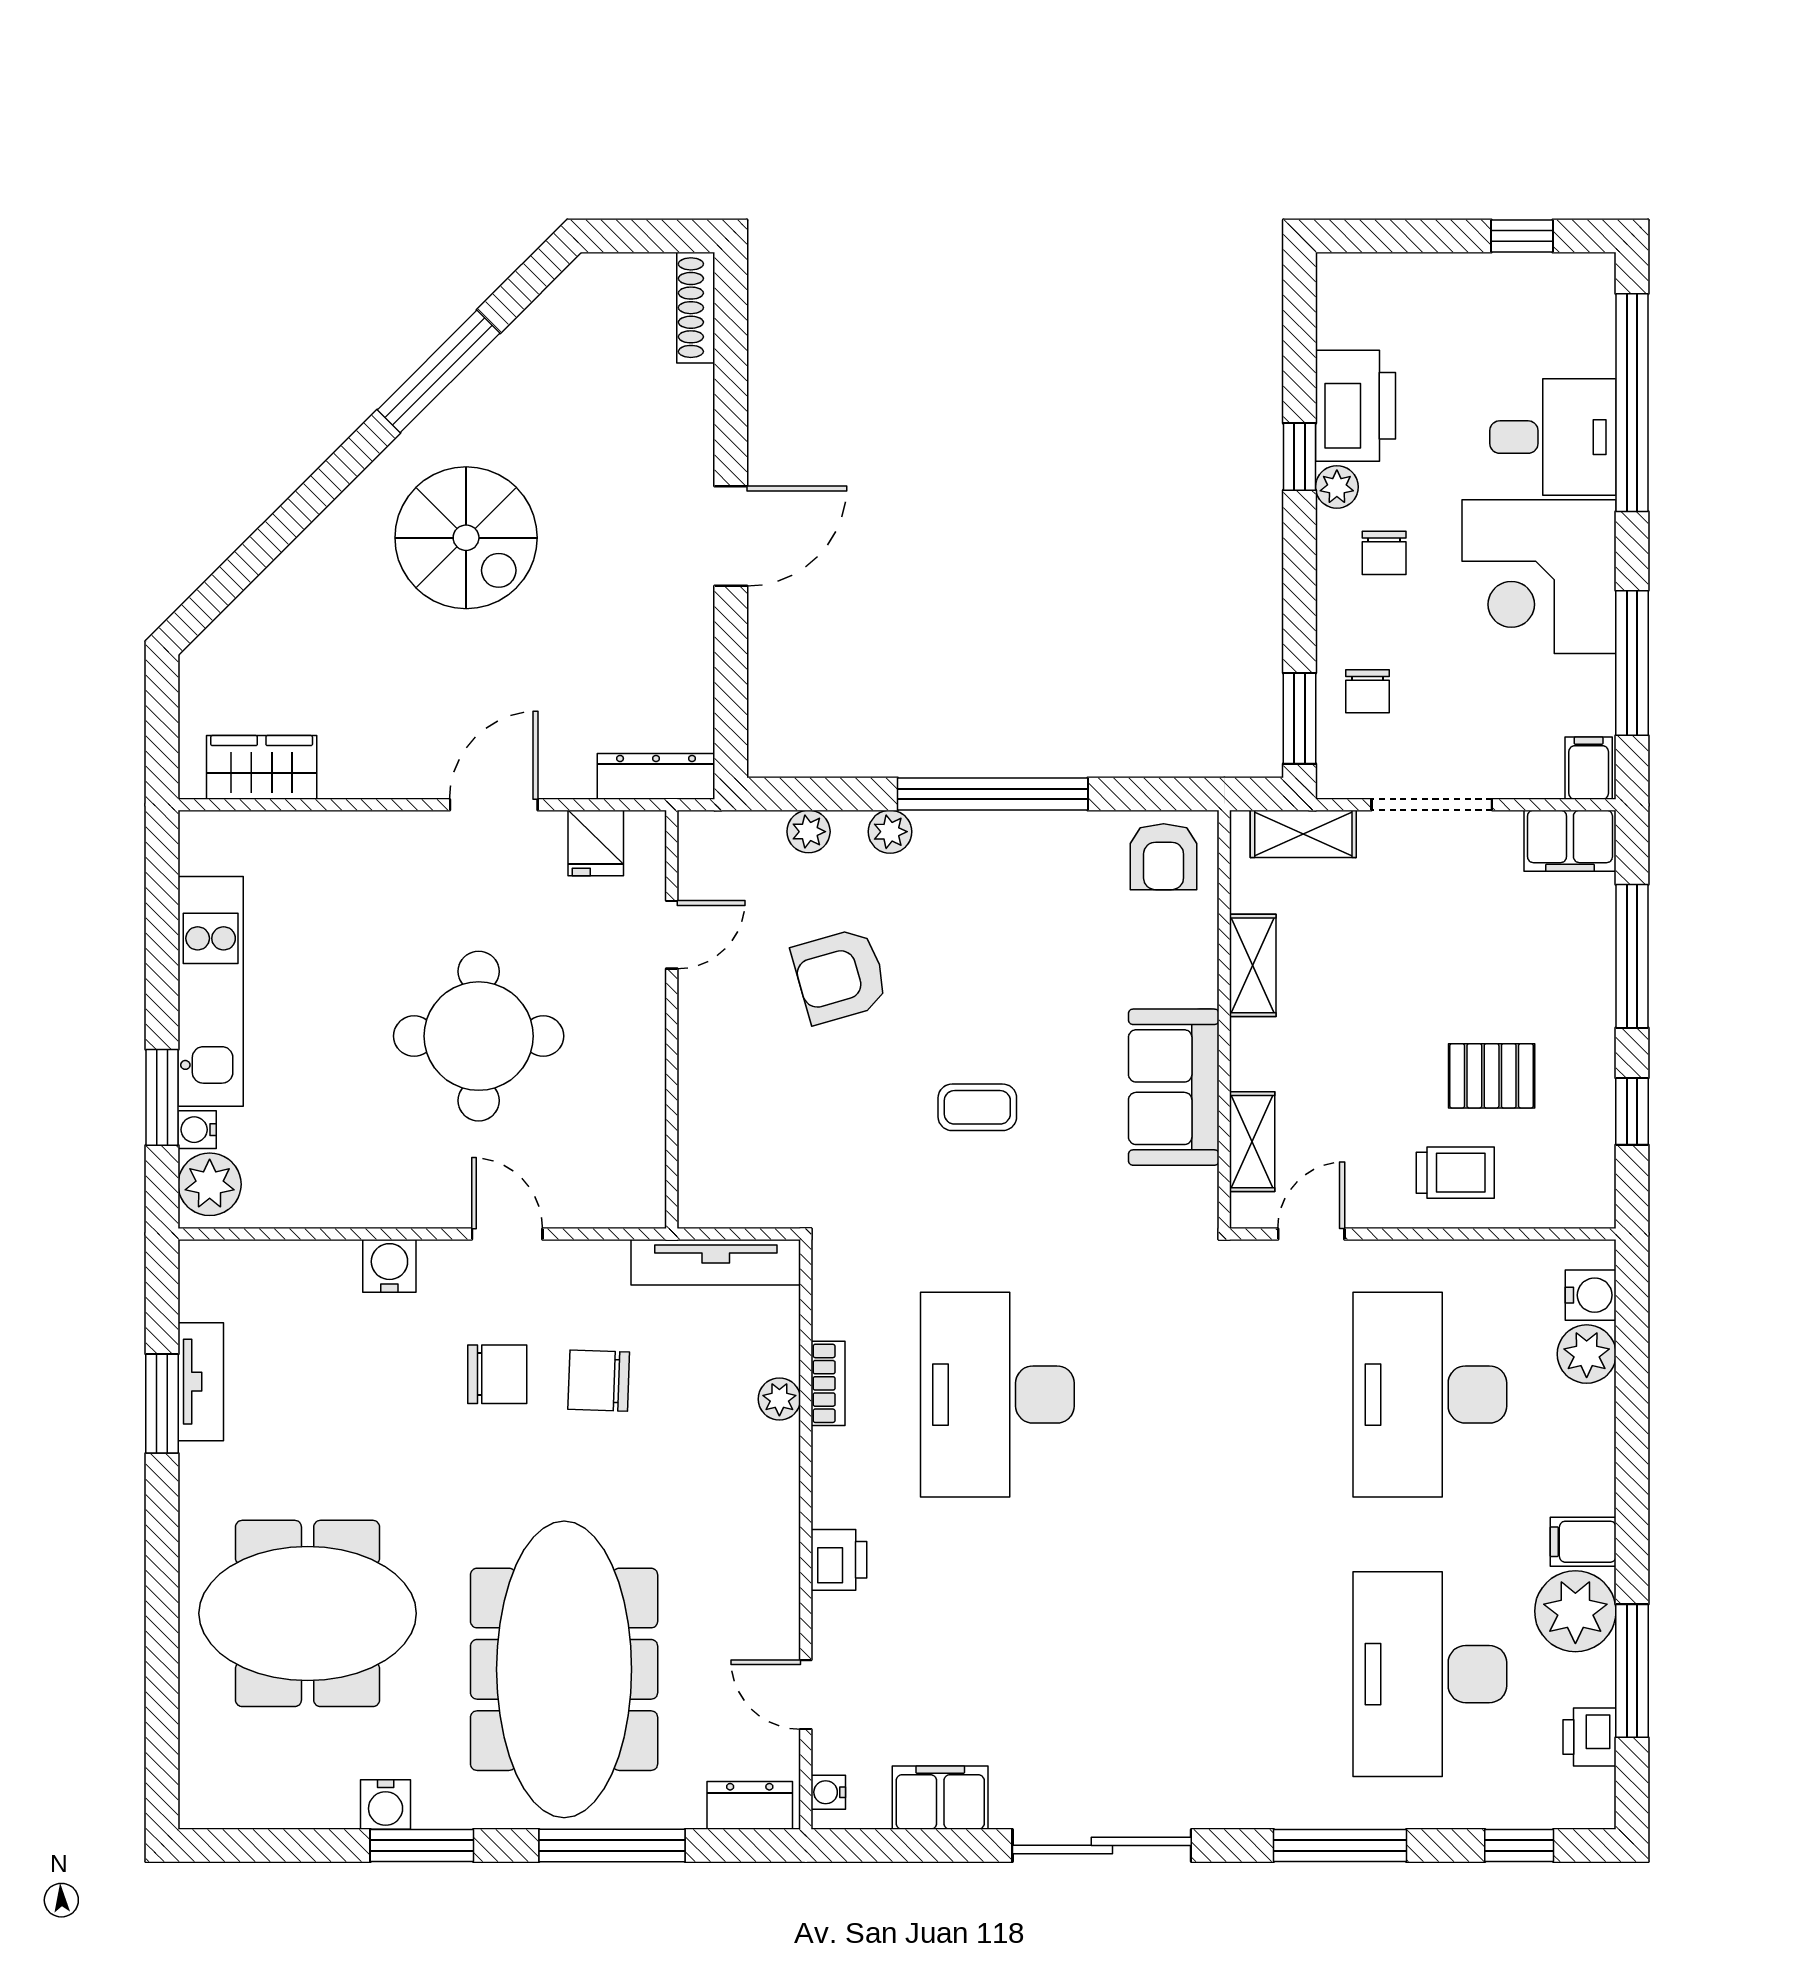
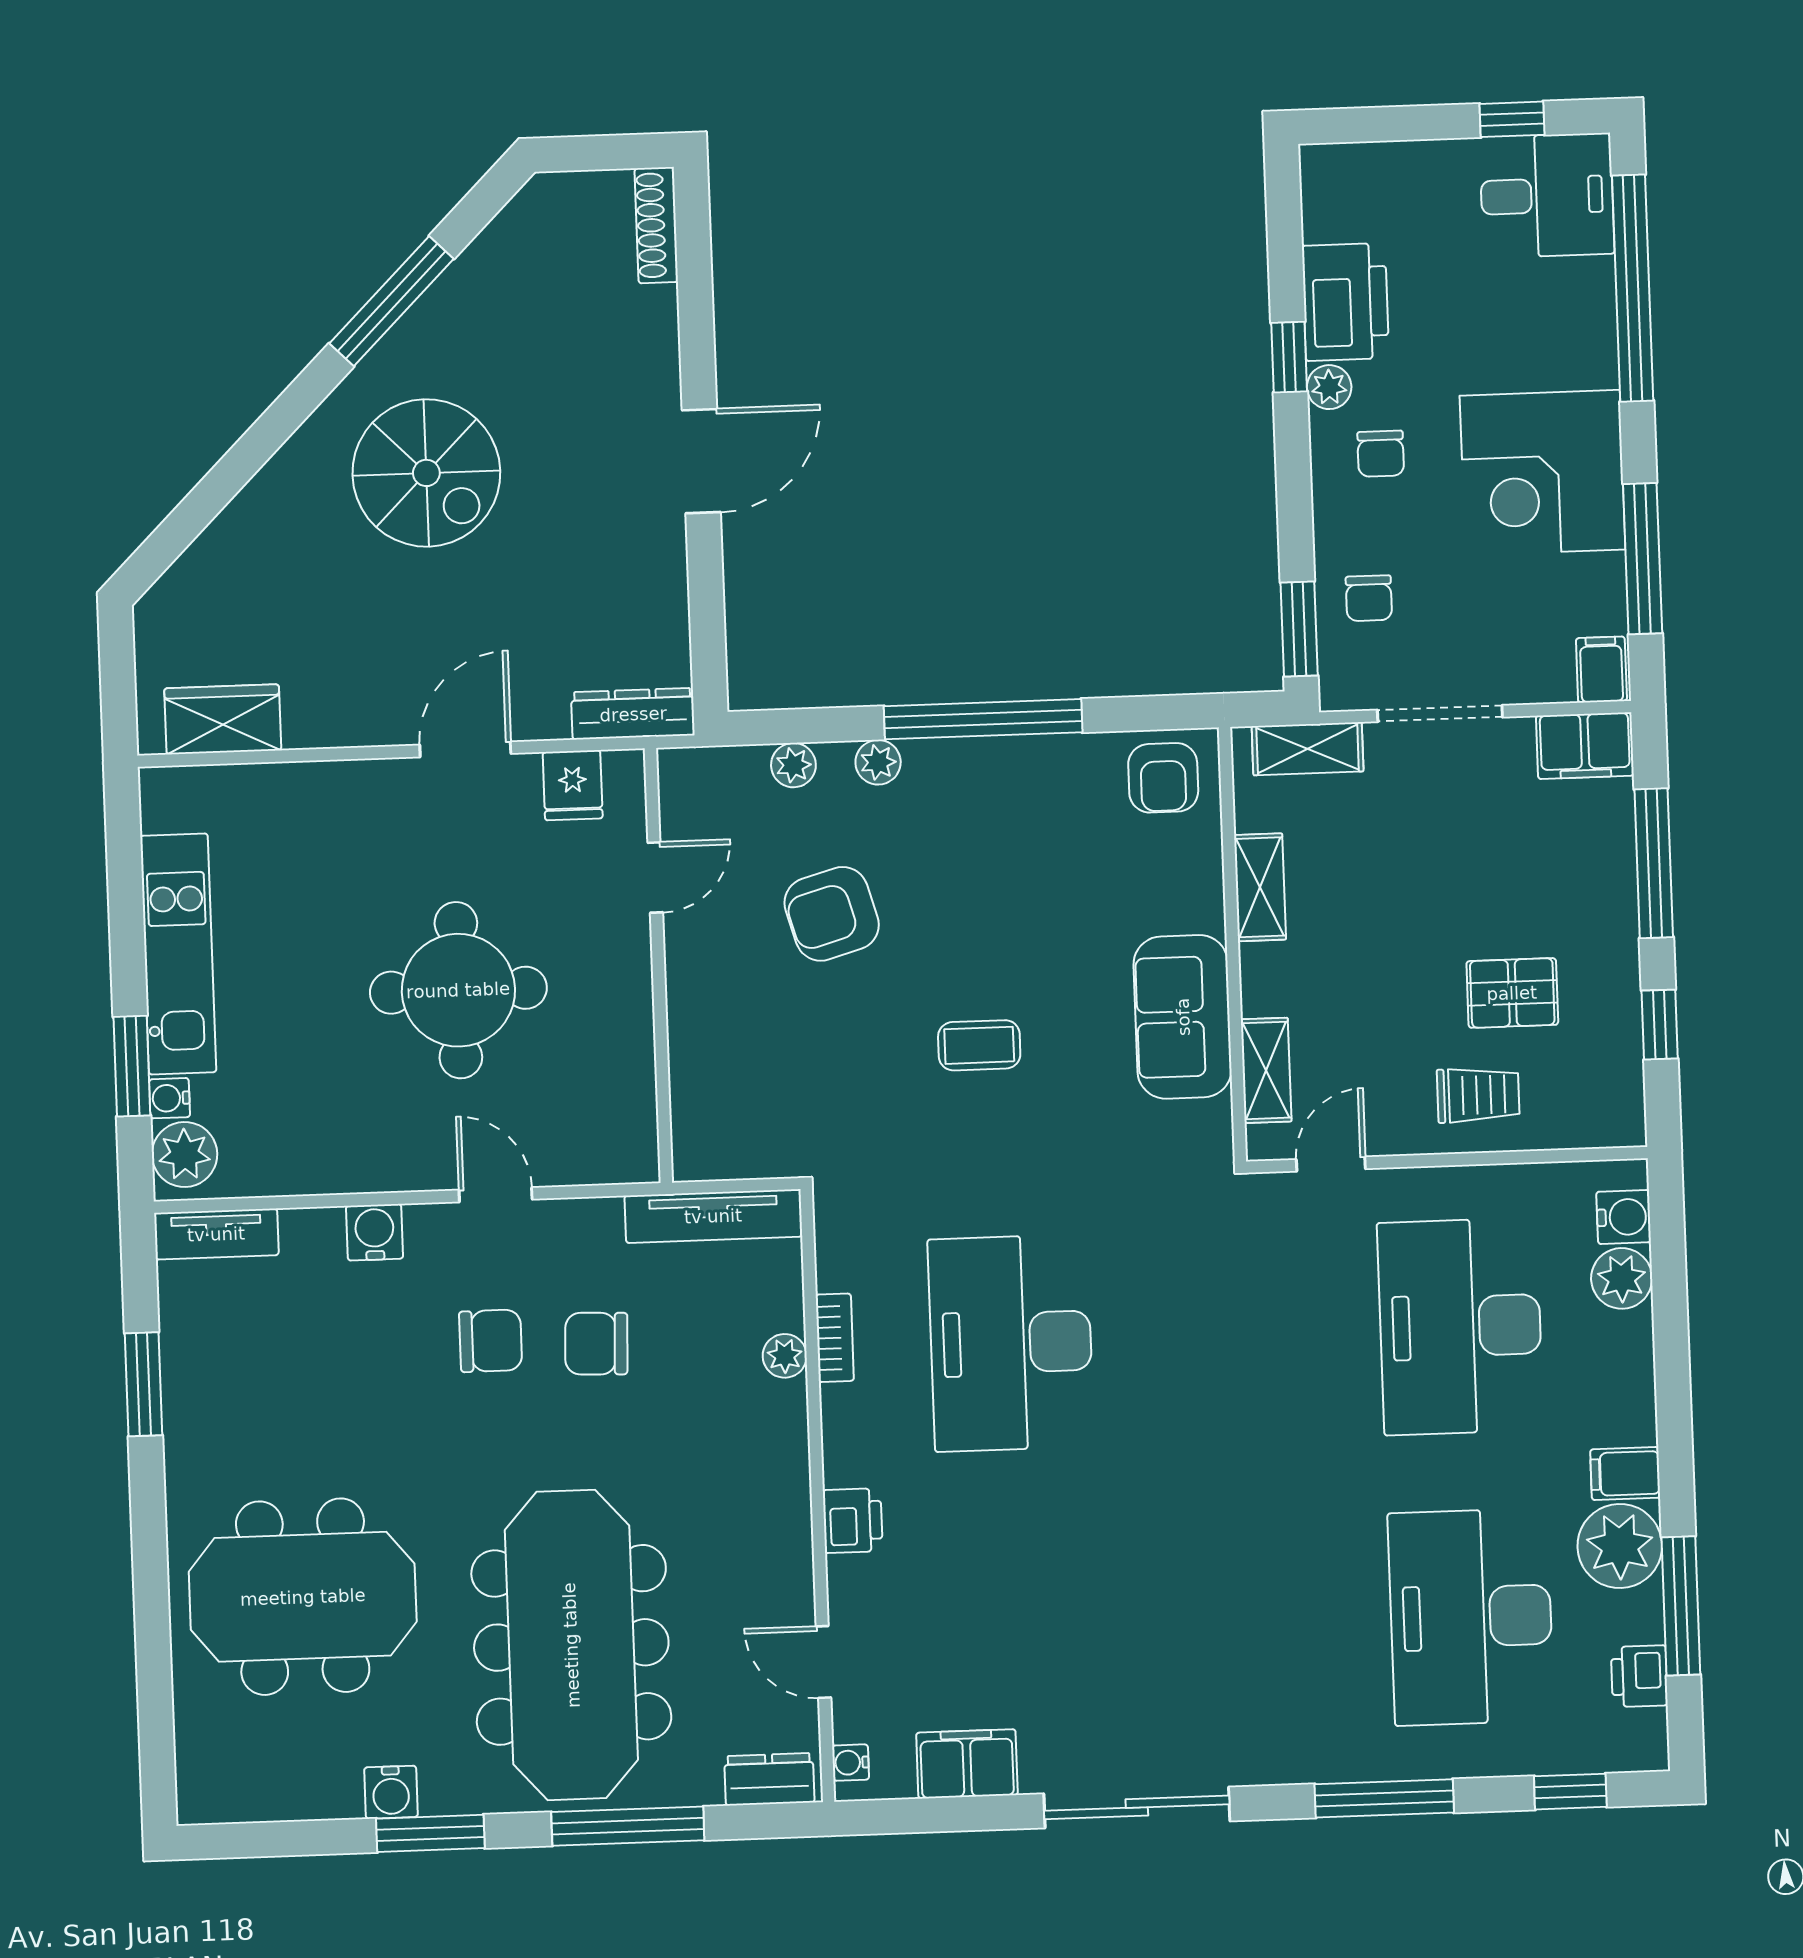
desk: (1553, 437) -> (1547, 196), moved
tv unit: (201, 1382) -> (216, 1234), moved, turned 90

